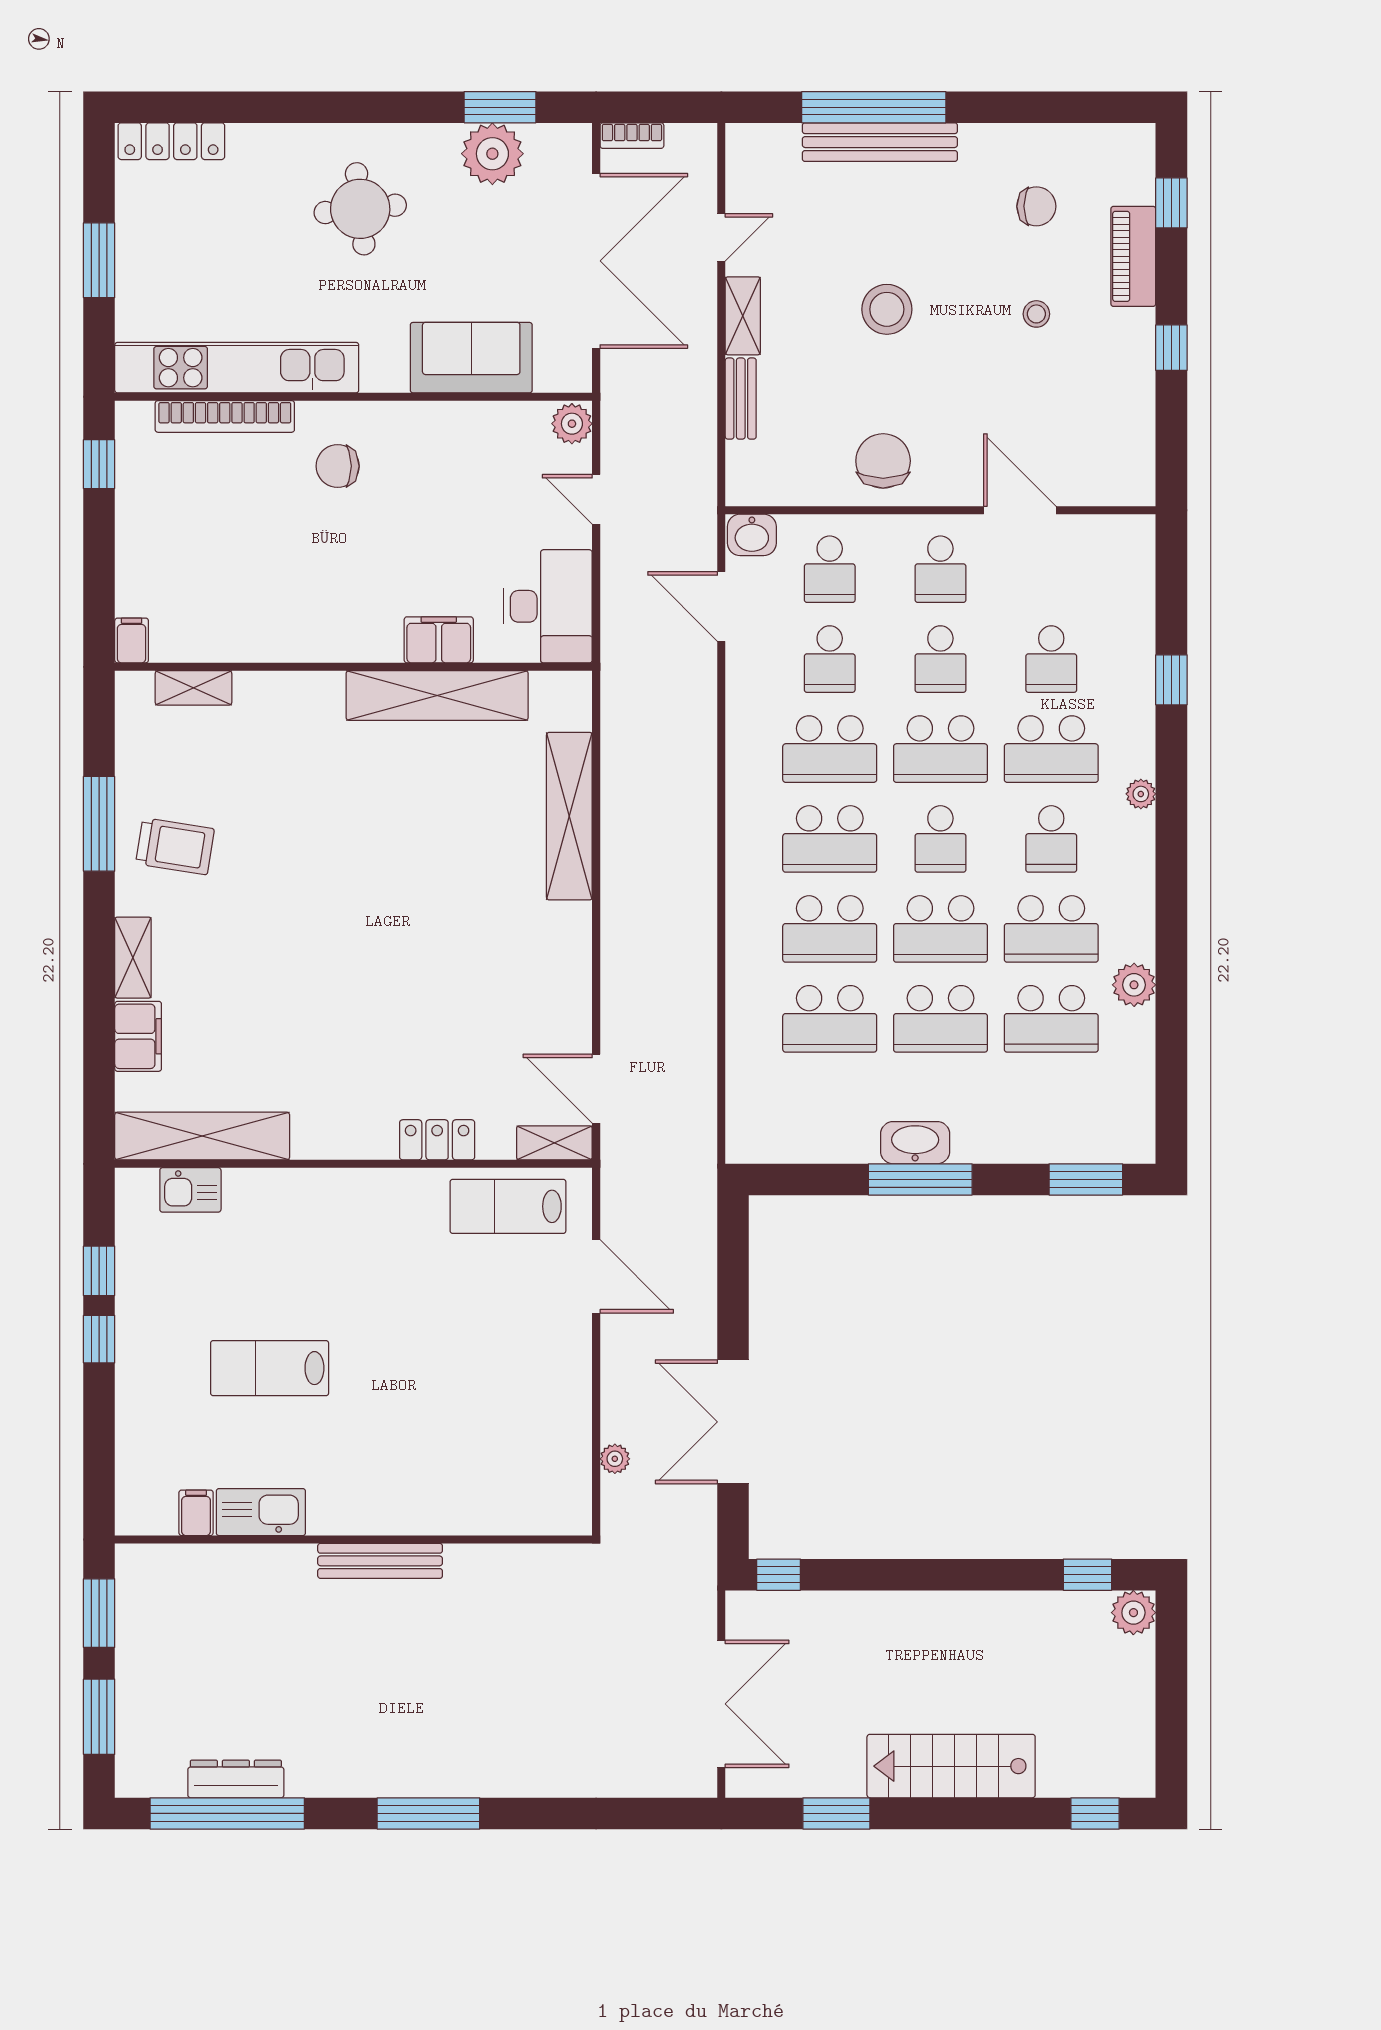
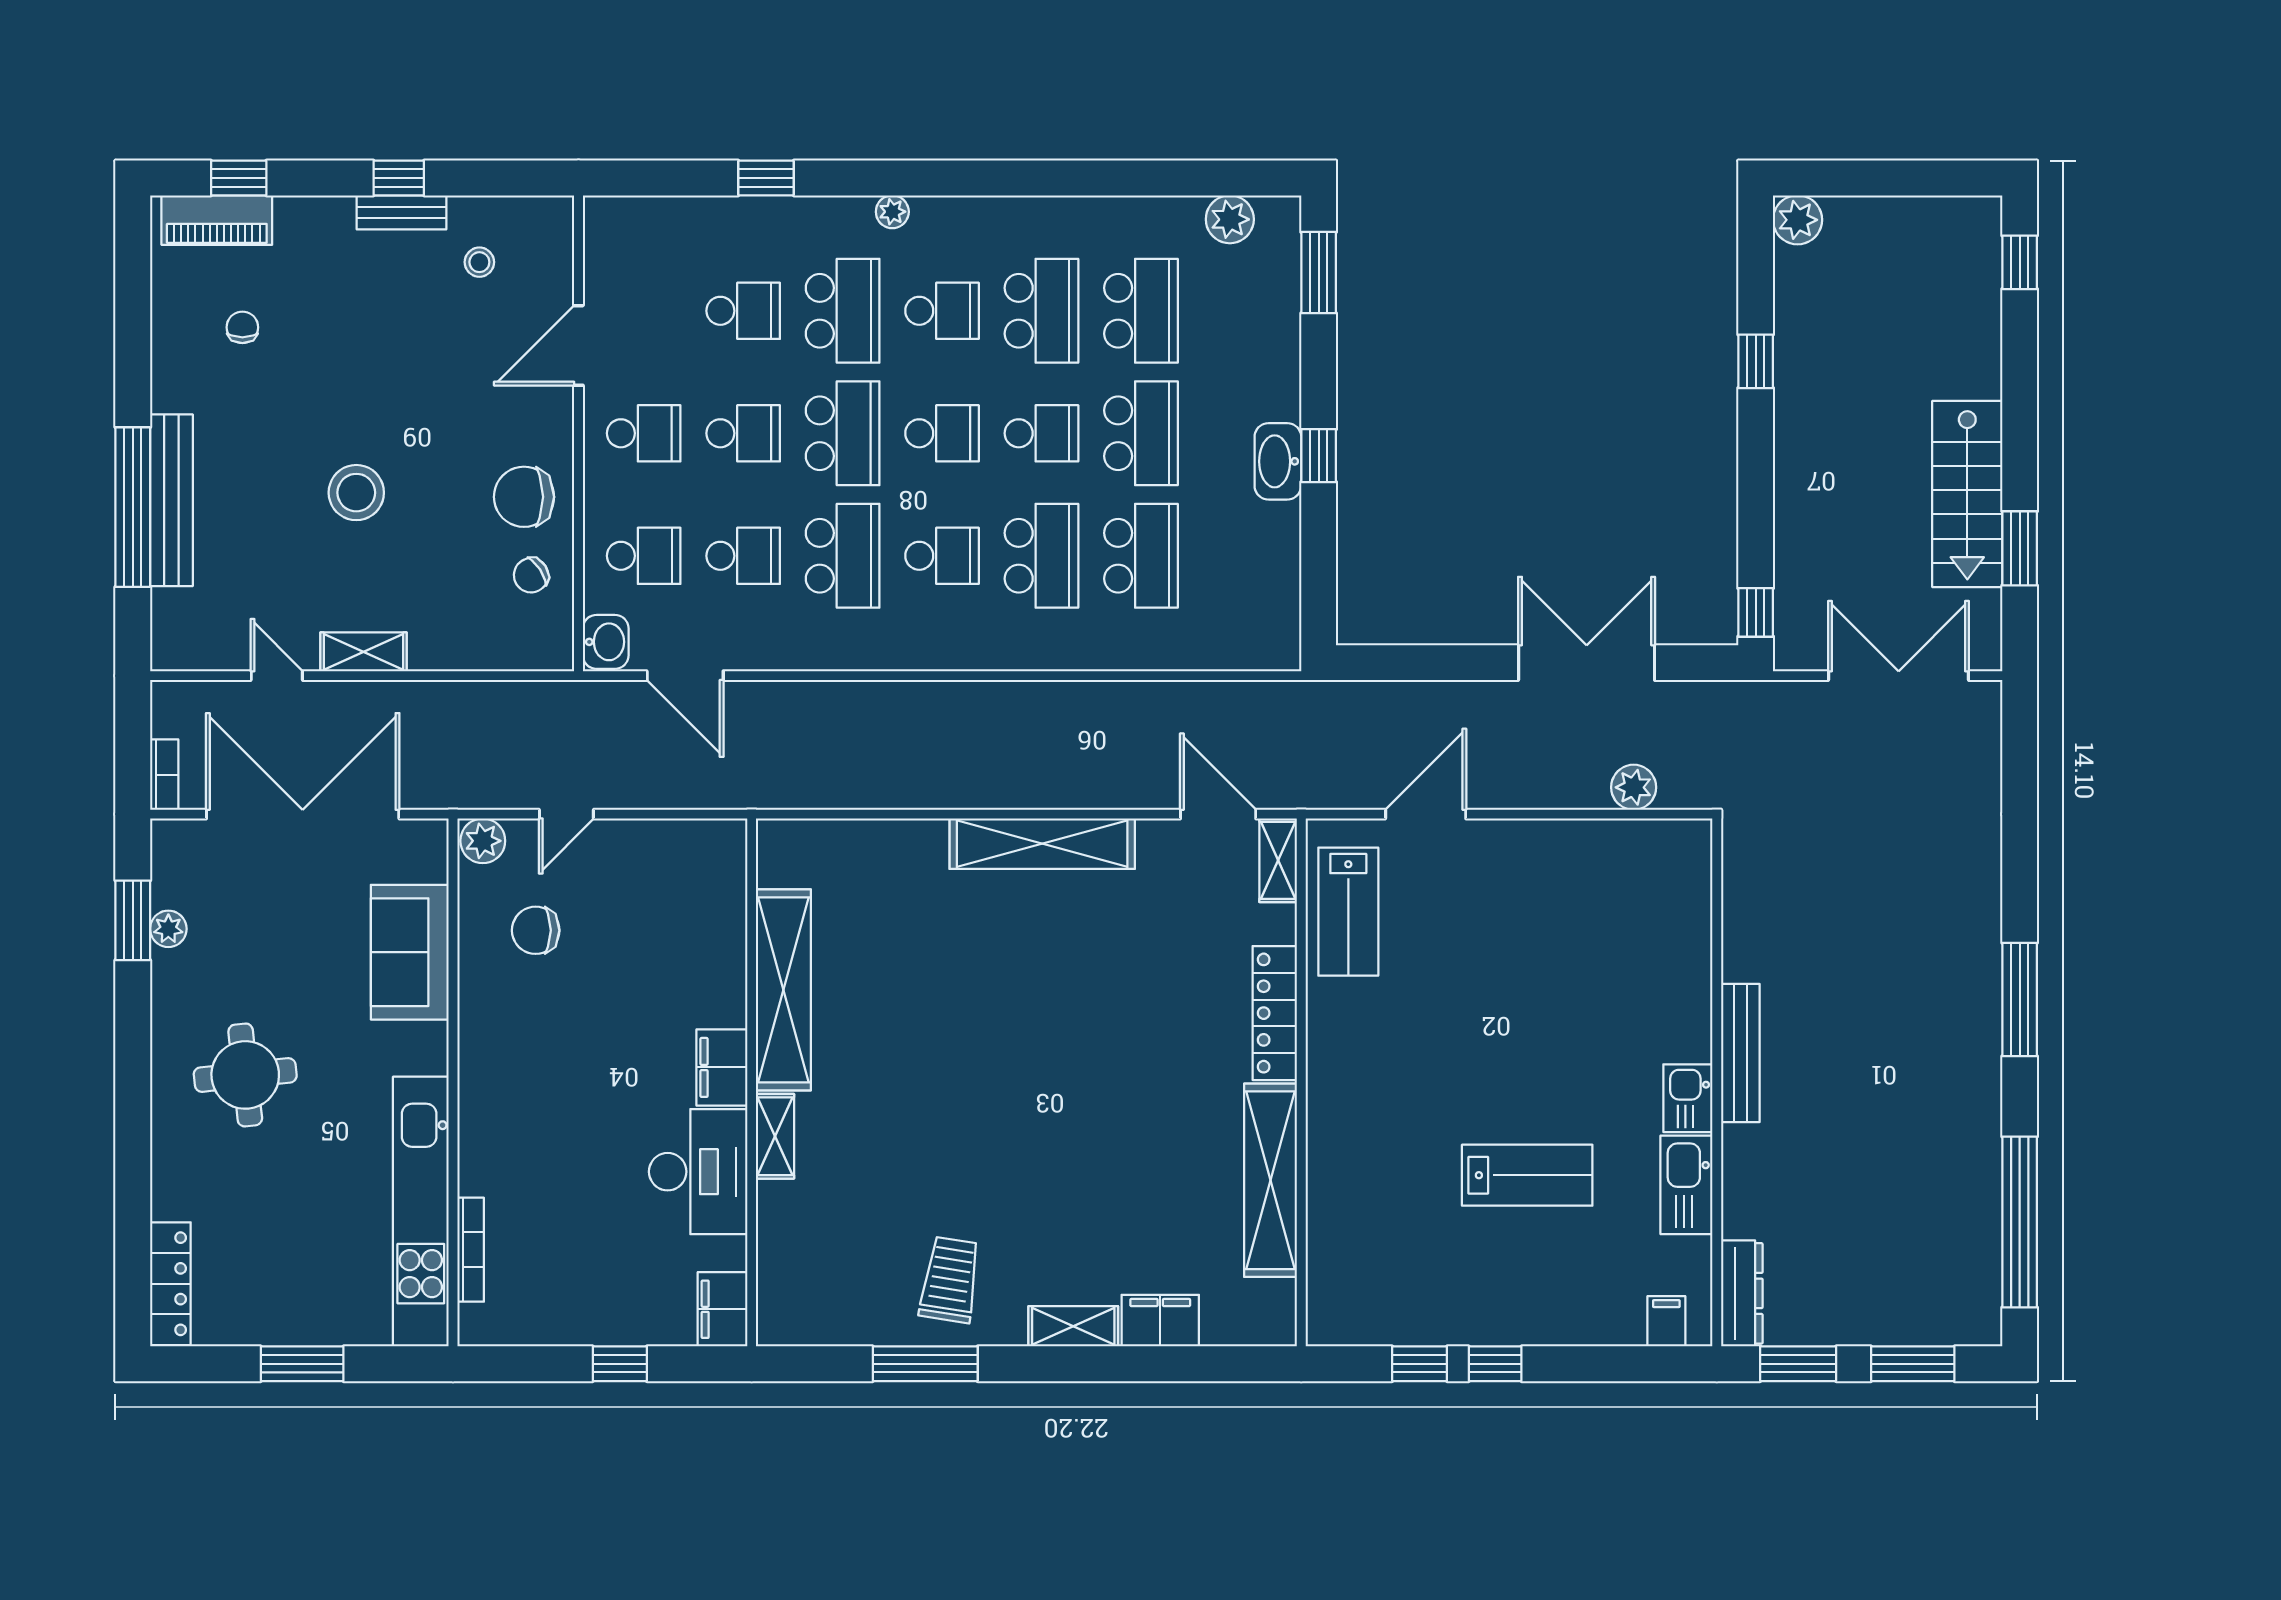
plant: (492, 154) -> (168, 929), width x0.53, depth x0.53
chair: (1036, 206) -> (242, 327), width x0.73, depth x0.73
piano: (1133, 256) -> (217, 220), moved
stool: (1036, 314) -> (479, 262), moved
bench: (741, 399) -> (401, 212), moved
bookcase: (225, 416) -> (471, 1250), width x0.68, depth x0.76
window: (99, 464) -> (620, 1364), moved
chair: (338, 466) -> (536, 930), moved, turned 90
chair: (812, 467) -> (531, 575), added
desk: (548, 606) -> (698, 1172), moved, turned 90
door: (721, 607) -> (685, 676), hinge flipped
filing cabinet: (132, 640) -> (723, 1309), width x2.00
filing cabinet: (439, 640) -> (722, 1067), moved
shelving: (193, 688) -> (775, 1136), moved
shelving: (569, 816) -> (1042, 844), moved
school desk: (830, 839) -> (942, 556), width x0.54
school desk: (940, 929) -> (1042, 433), width x0.54
plant: (1134, 985) -> (1230, 219), moved
door: (596, 1089) -> (1218, 814), swing flipped
shelving: (202, 1136) -> (1271, 1180), moved
locker: (437, 1140) -> (1275, 1013), width x1.53
window: (920, 1179) -> (1319, 456), width x0.46
kitchen sink: (190, 1190) -> (1688, 1098), moved, turned 180
lab bench: (270, 1368) -> (1527, 1175), turned -90
double door: (733, 1422) -> (1587, 663), swing flipped
plant: (615, 1459) -> (1634, 787), width x1.38, depth x1.38
filing cabinet: (196, 1513) -> (1666, 1321), moved, turned 90
window: (1088, 1575) -> (1756, 361), moved
stairs: (951, 1766) -> (1967, 494), moved
dresser: (236, 1779) -> (1742, 1293), moved, turned 180

